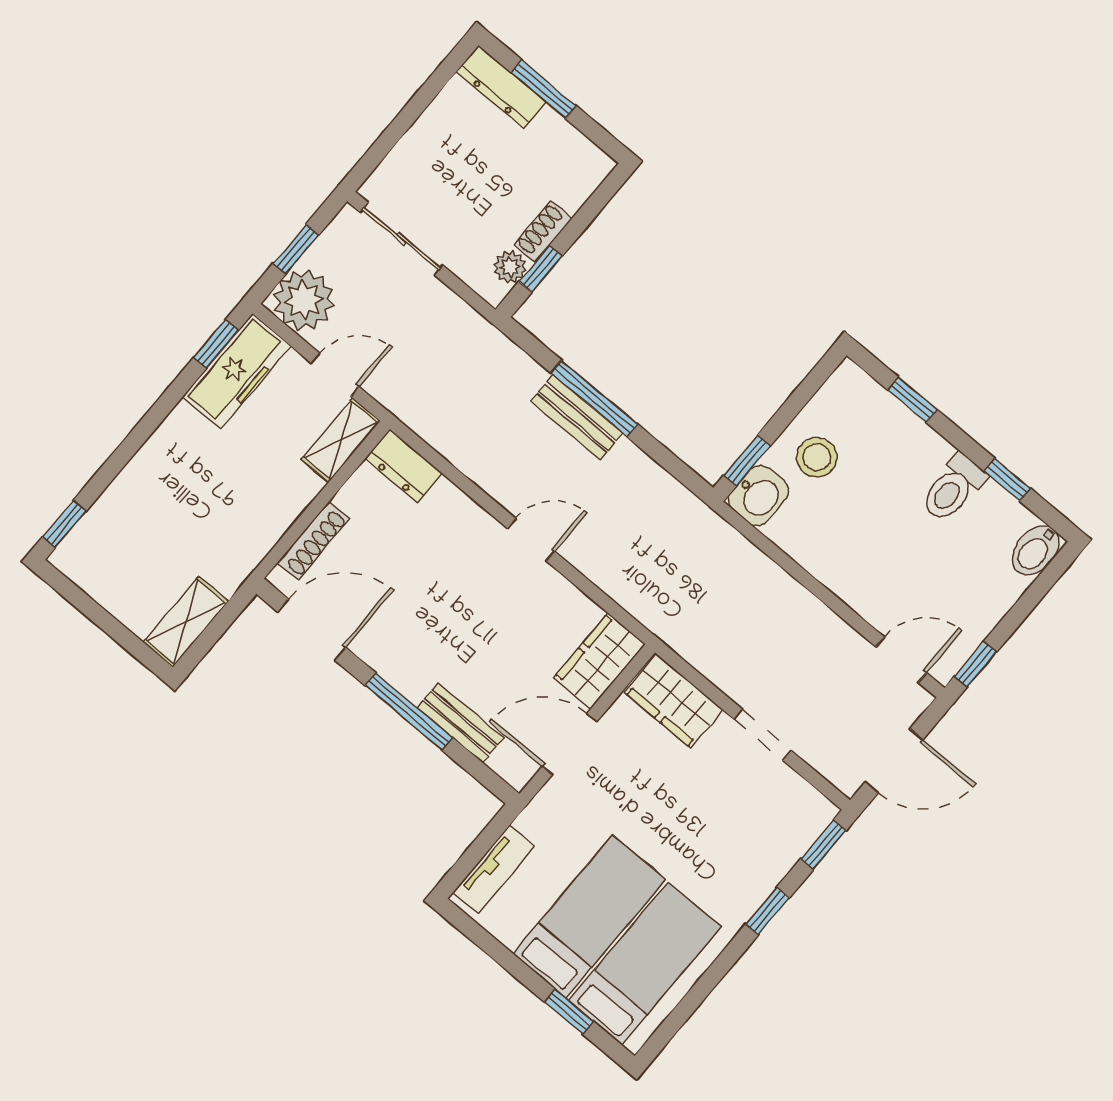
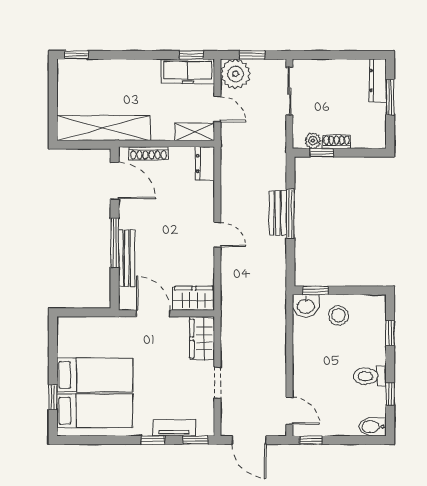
shelving: (186, 622) -> (103, 128), width x2.20, depth x1.33
bench: (460, 723) -> (127, 258), width x1.36
tv unit: (494, 869) -> (174, 428), moved, turned 180

